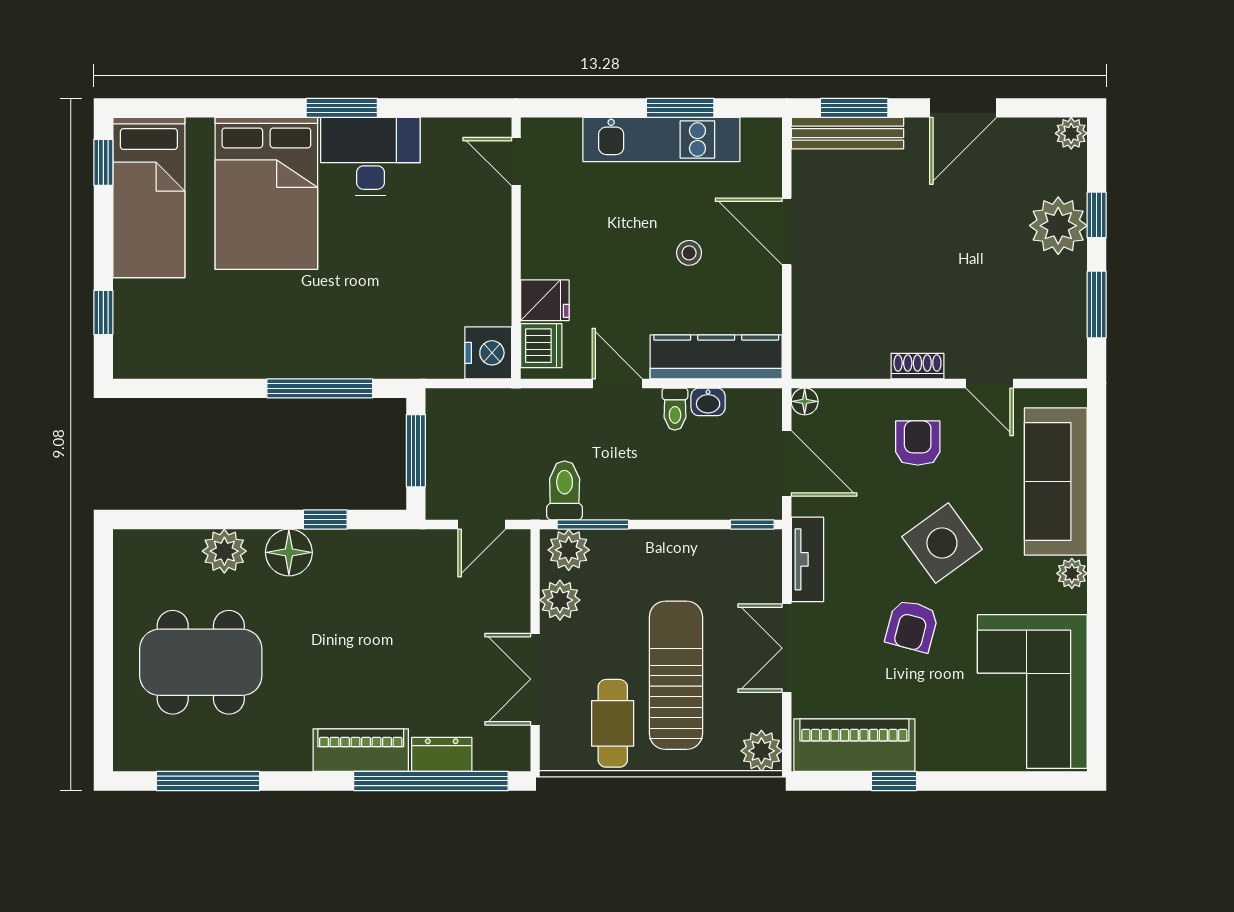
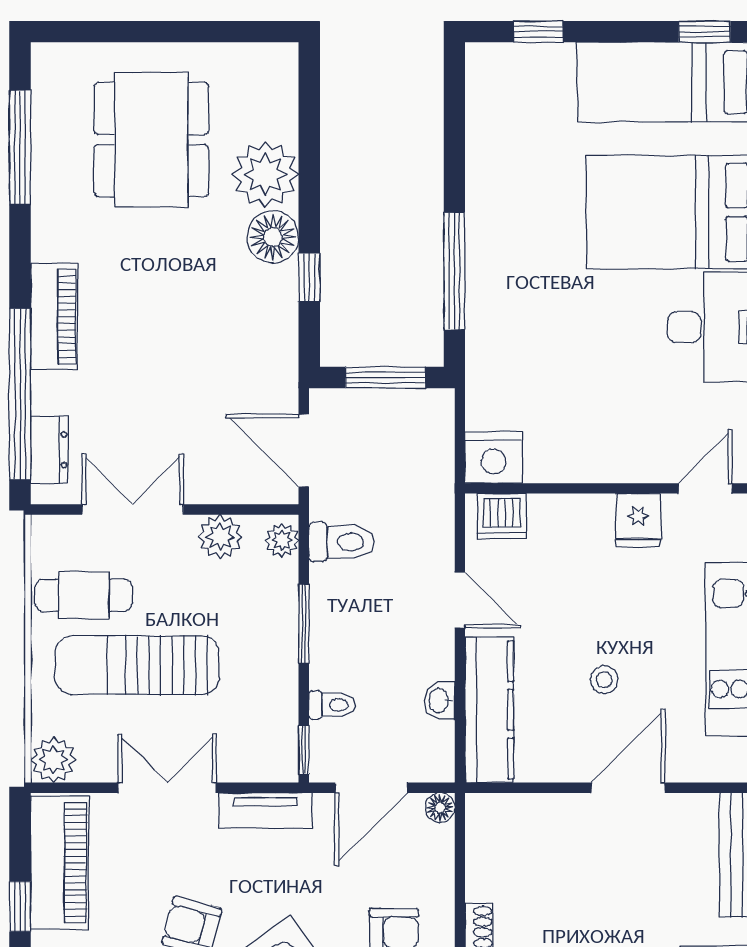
fridge: (545, 300) -> (638, 520), moved
door: (617, 383) -> (460, 600), hinge flipped
toilet: (675, 409) -> (332, 705), moved, turned 180
door: (482, 524) -> (304, 450), width x1.38
window: (593, 524) -> (304, 624), moved
plant: (569, 550) -> (282, 540), width x0.73, depth x0.73
plant: (224, 551) -> (265, 174), width x1.36, depth x1.36
sun lounger: (676, 675) -> (137, 665), turned 180
dresser: (442, 754) -> (49, 450), moved

